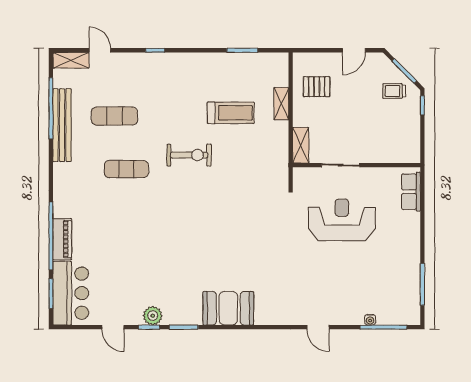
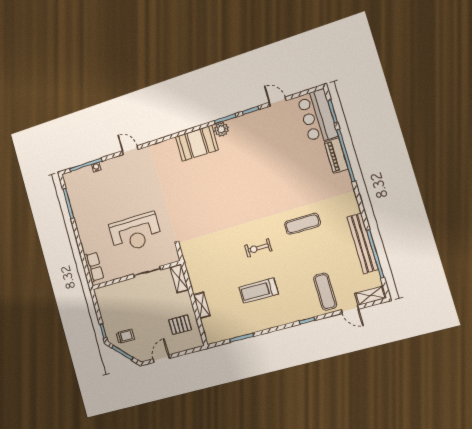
treadmill: (231, 113) -> (259, 291), moved
exercise mat: (114, 116) -> (325, 292), moved, turned 90
exercise bike: (189, 155) -> (258, 248), width x0.73, depth x0.72
plant: (153, 316) -> (221, 129), moved

